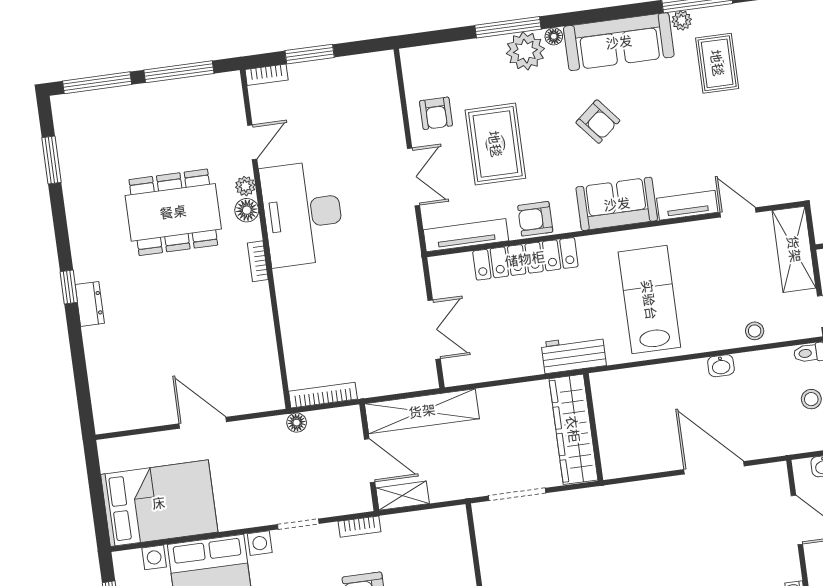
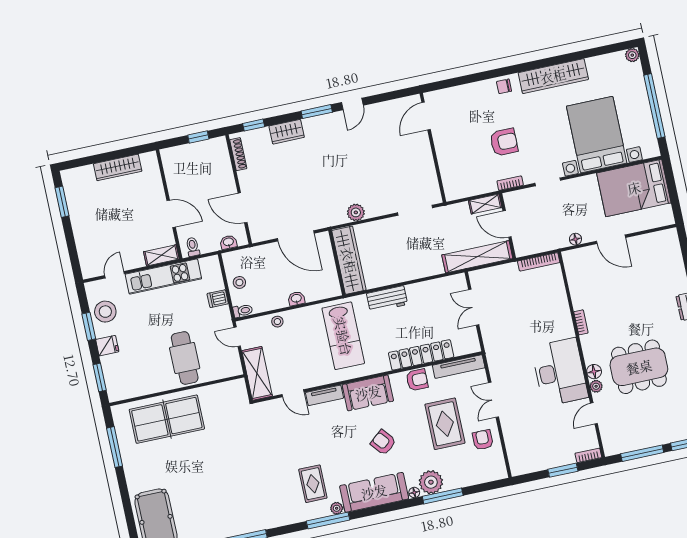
bookcase: (258, 261) -> (581, 322), moved
floor lamp: (297, 423) -> (575, 239), moved
wall: (593, 427) -> (337, 263), moved
wardrobe: (573, 429) -> (349, 260), moved
plant: (614, 498) -> (356, 212), added

